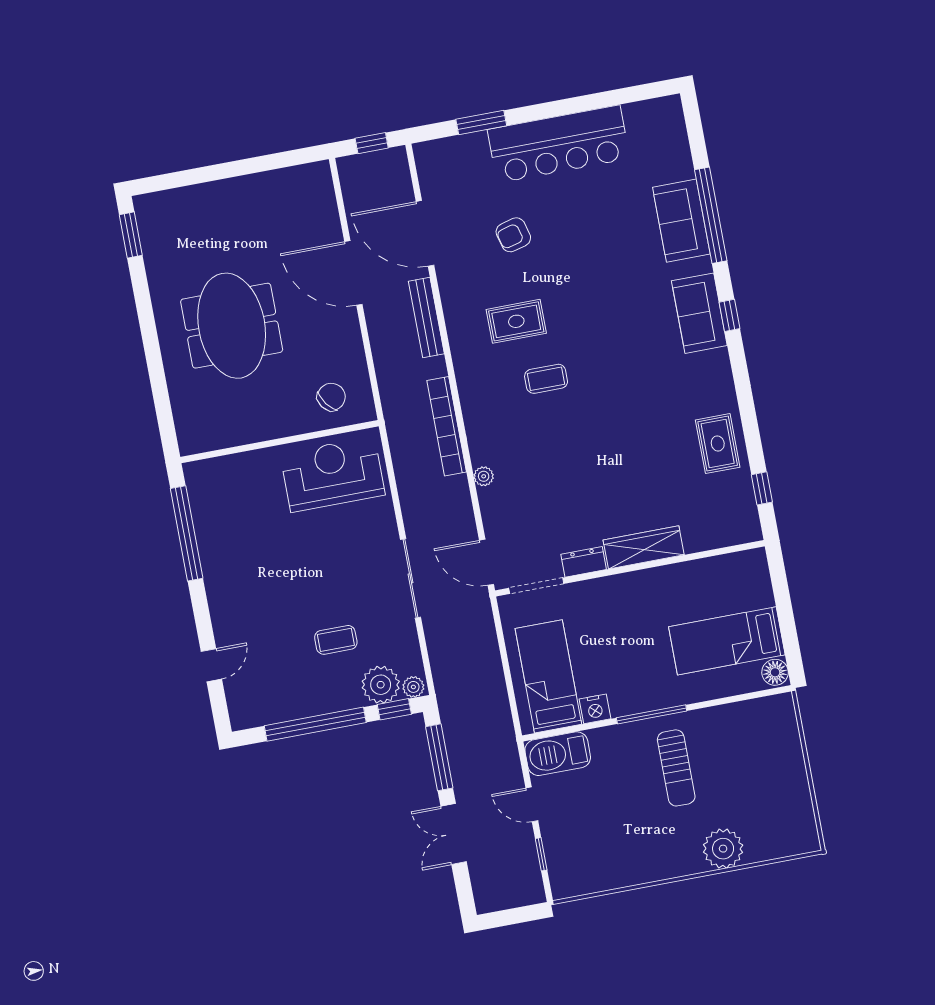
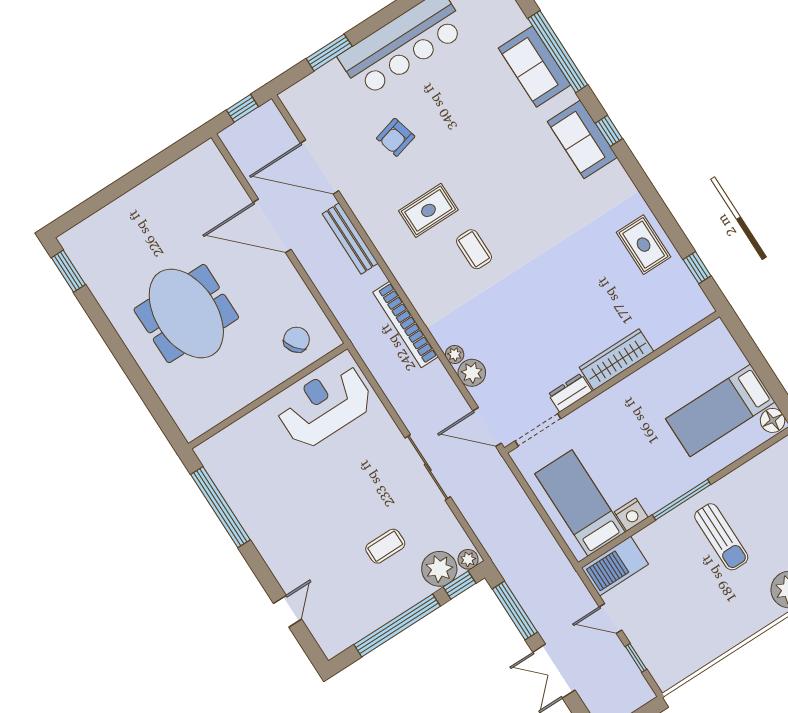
coffee table: (546, 379) -> (474, 249), turned 90
plant: (493, 502) -> (472, 373), added

